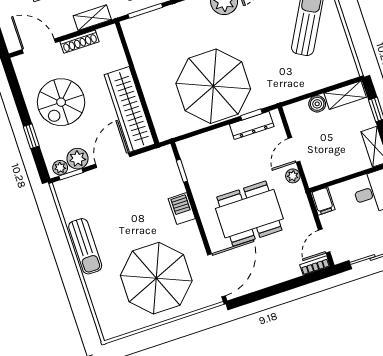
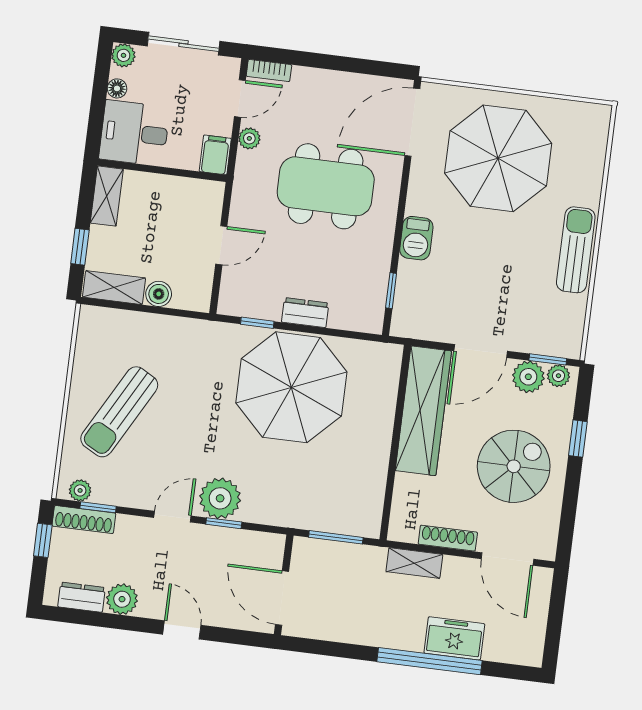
dresser: (252, 125) -> (305, 313), moved, width x0.70
plant: (293, 176) -> (249, 138), moved

